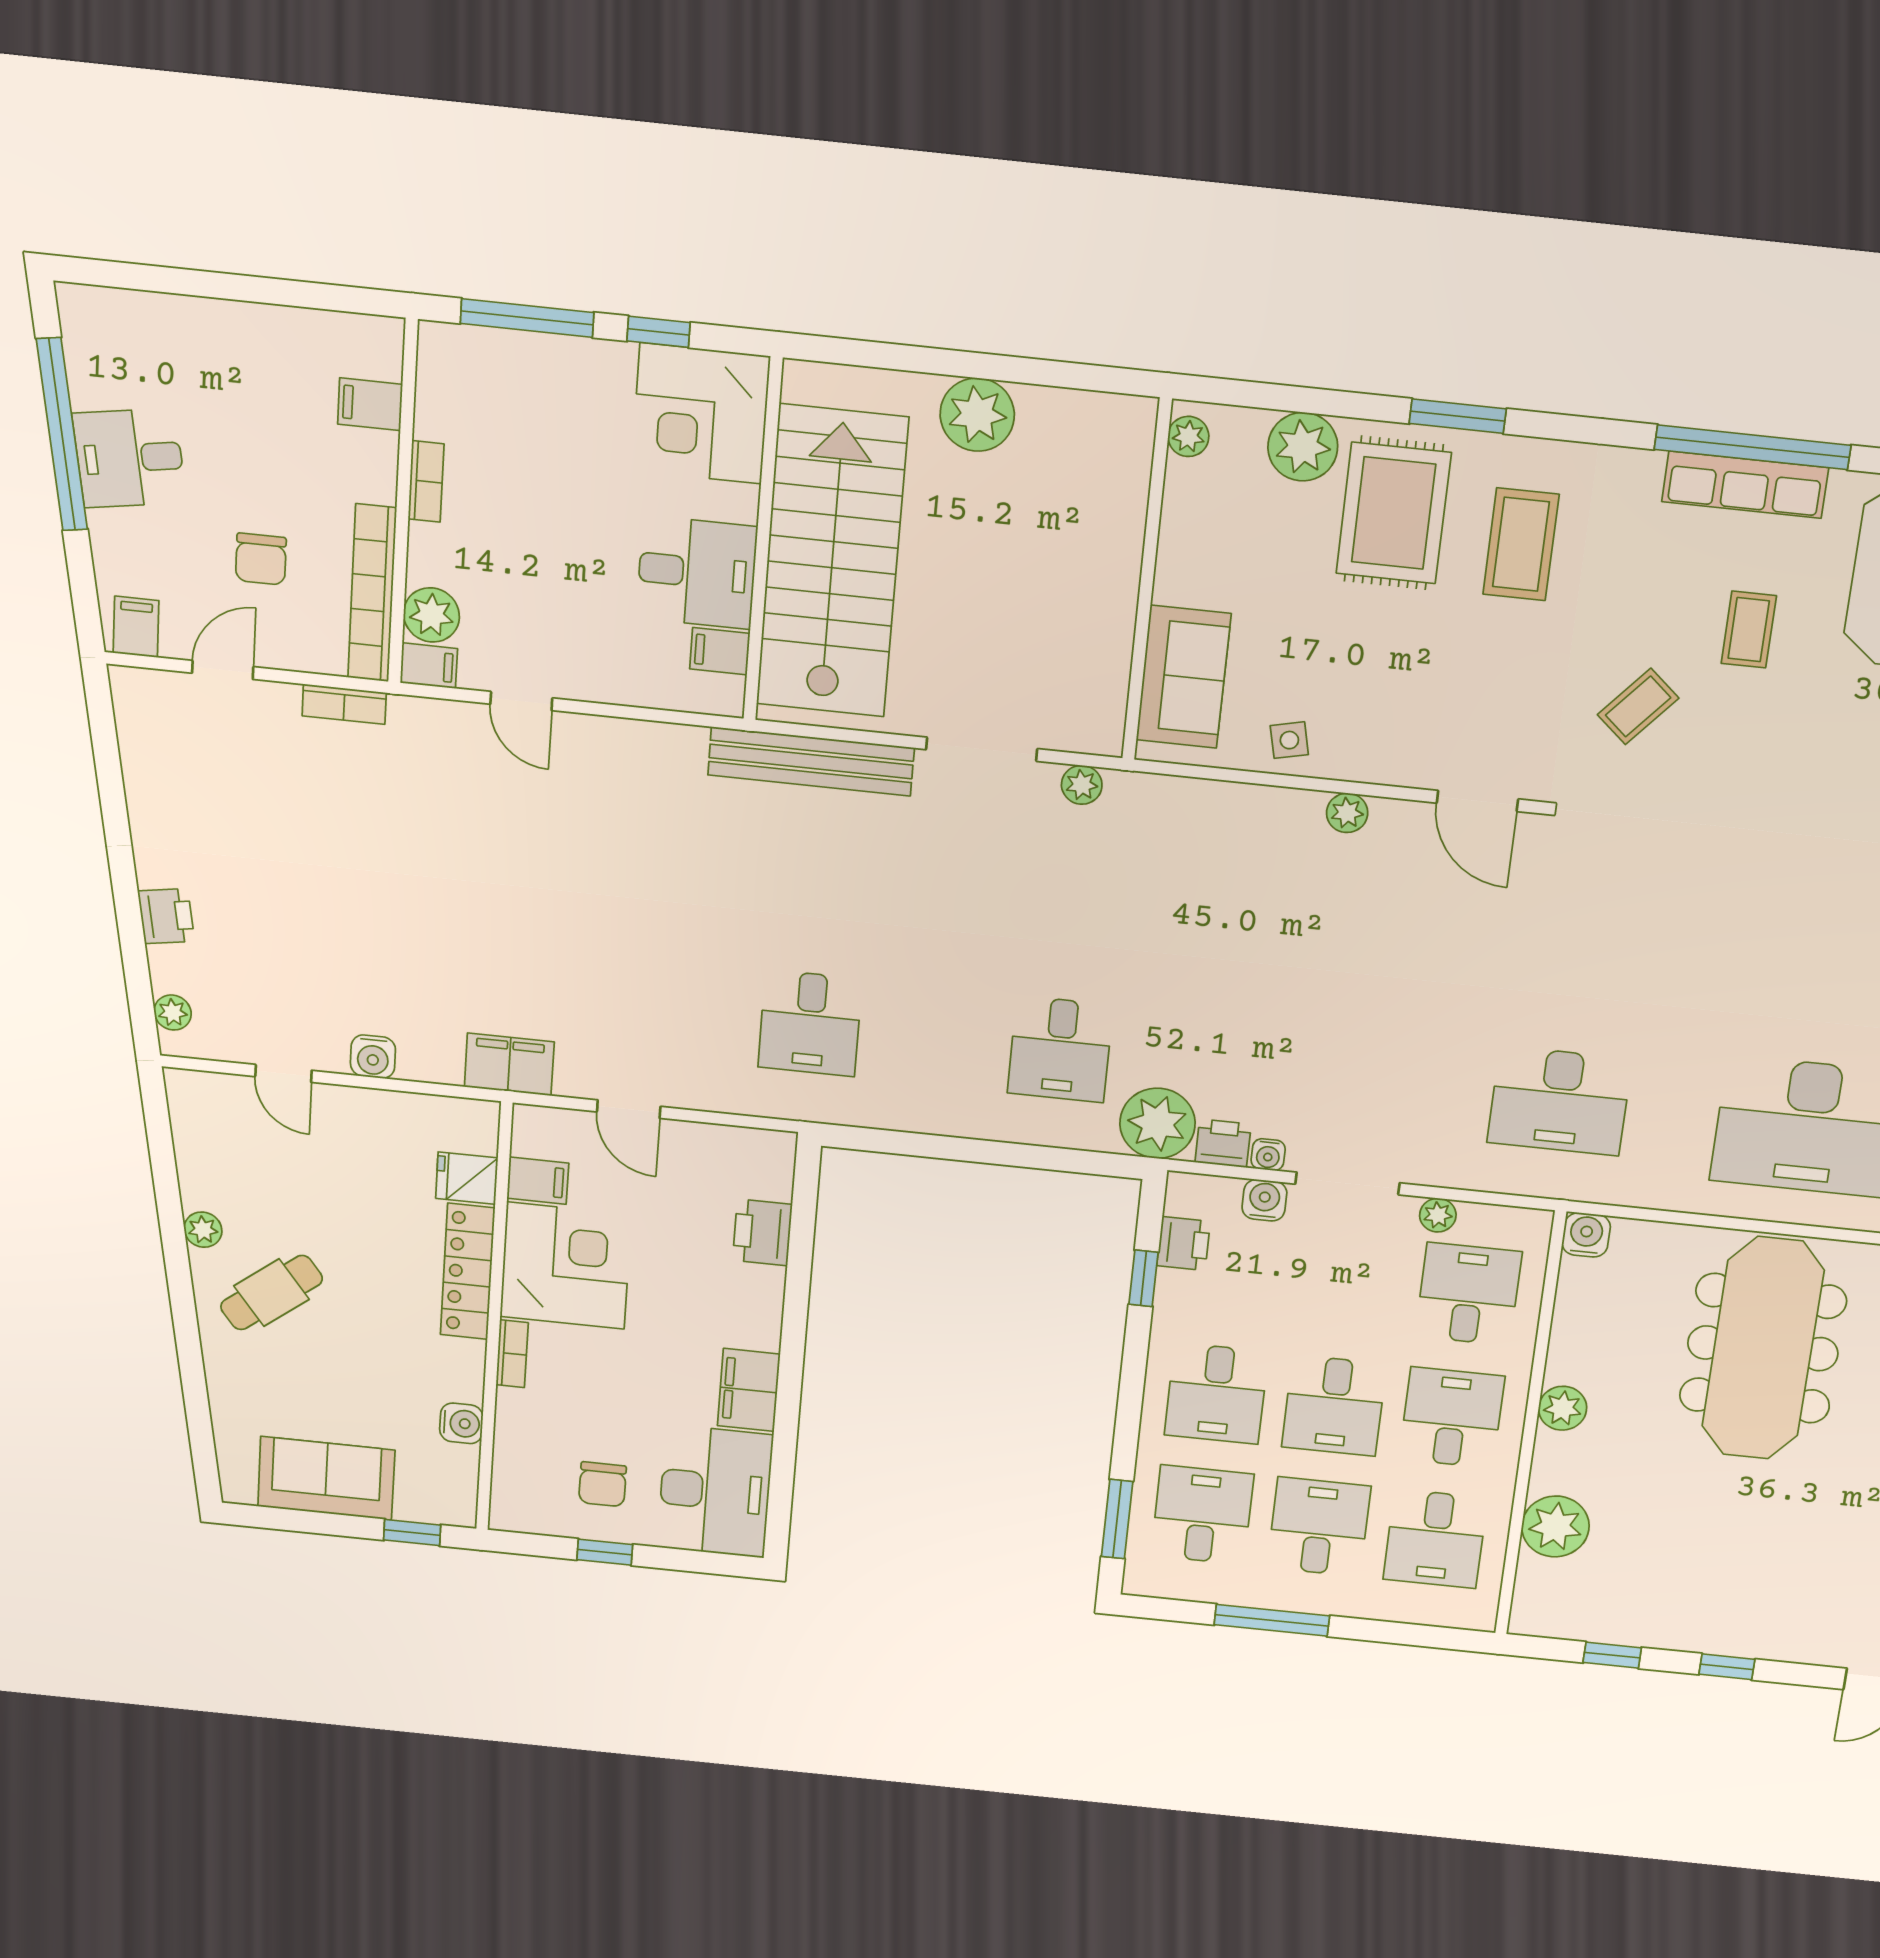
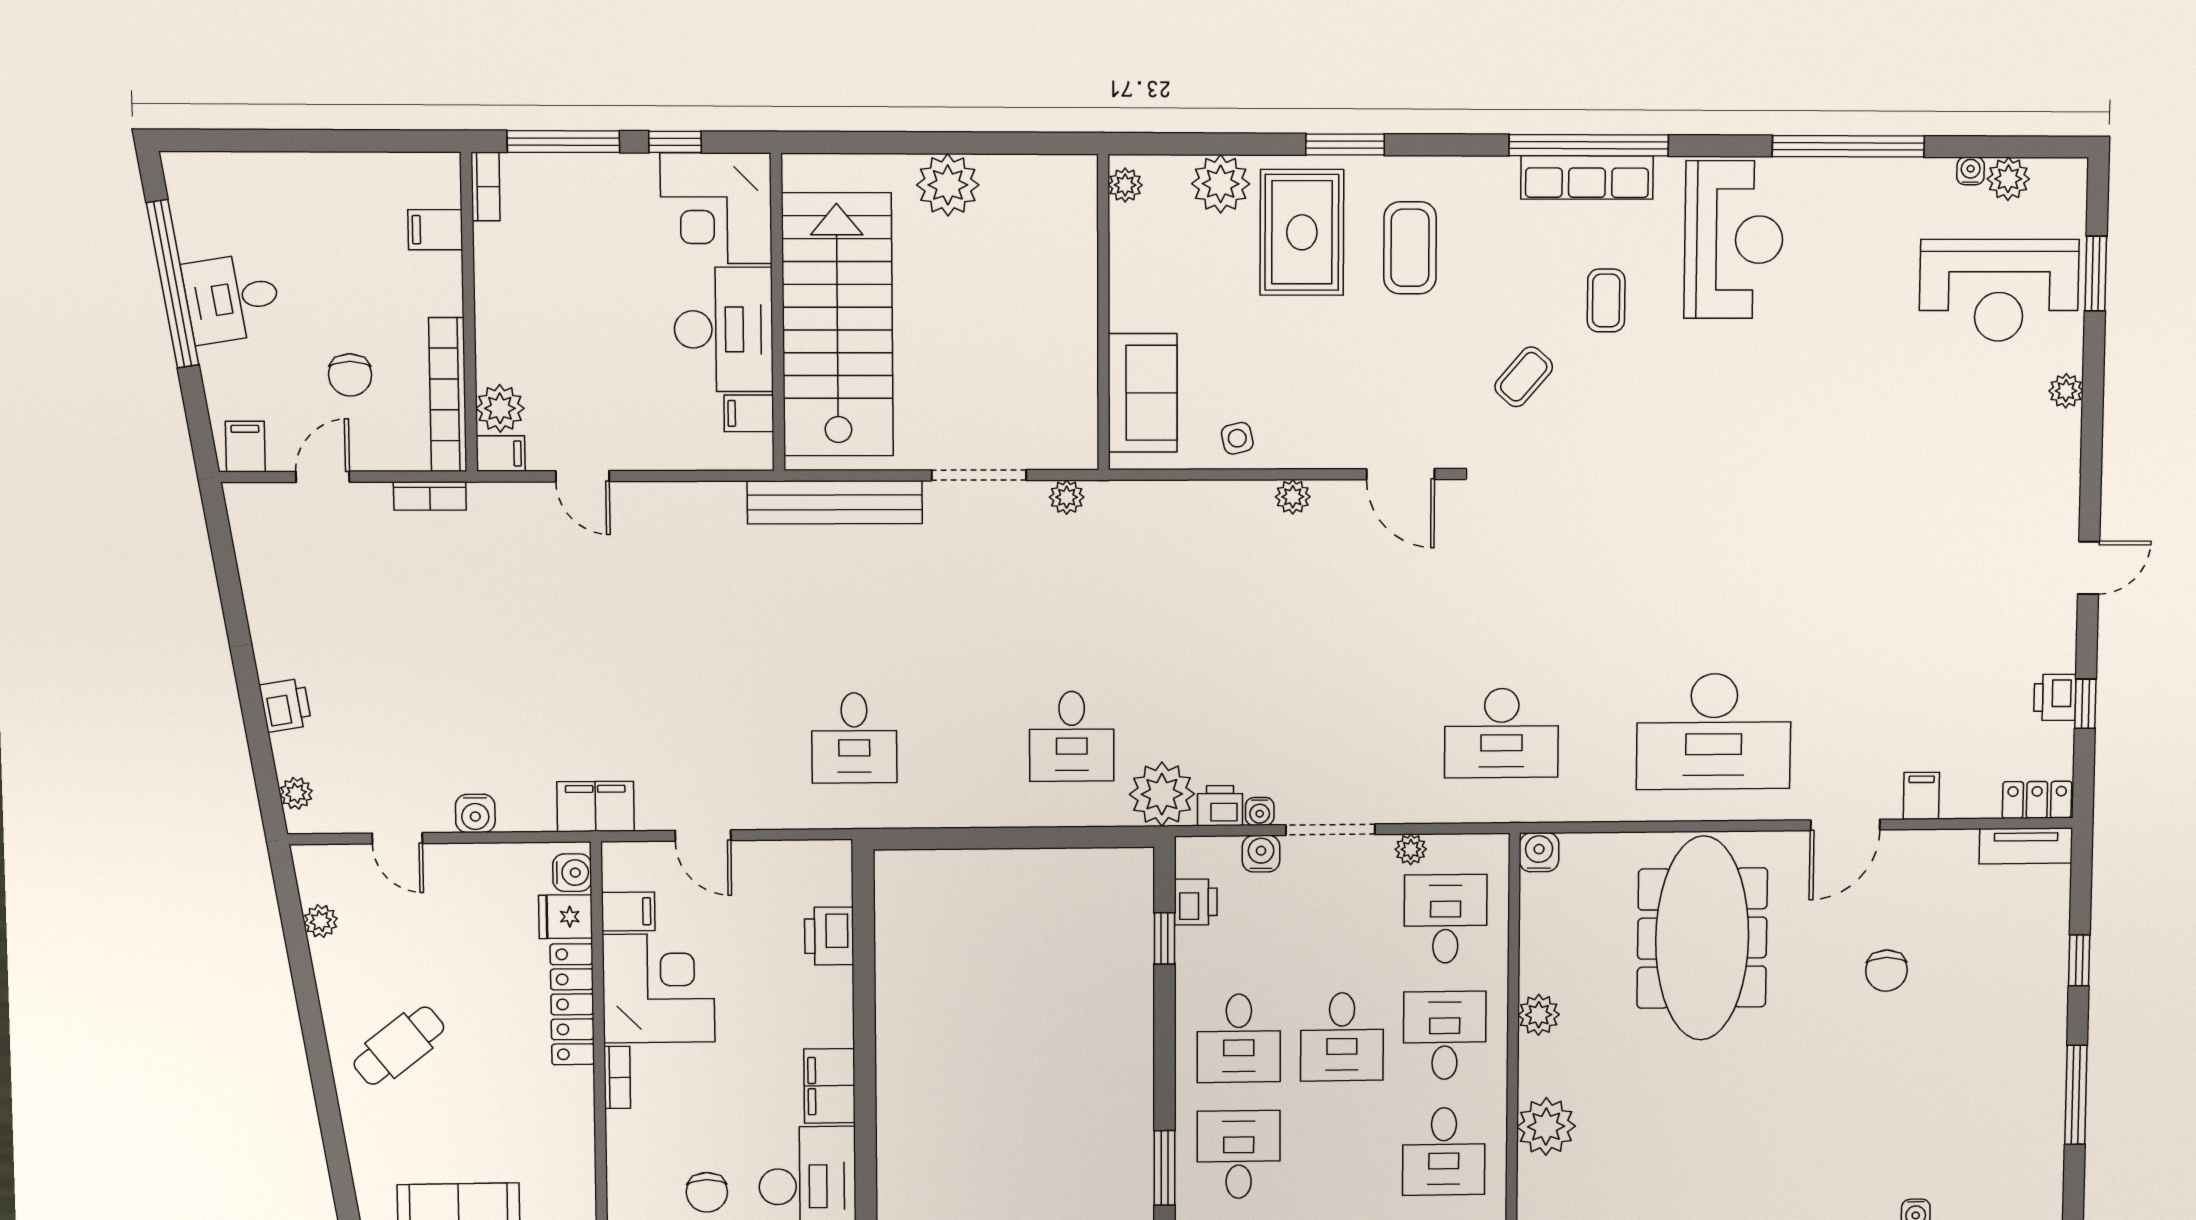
bookcase: (426, 481) -> (486, 186), moved
desk: (697, 572) -> (724, 329), width x1.37
plant: (203, 1230) -> (321, 921), moved
water cooler: (461, 1423) -> (572, 873), moved
desk: (1319, 1527) -> (1341, 1153), removed

